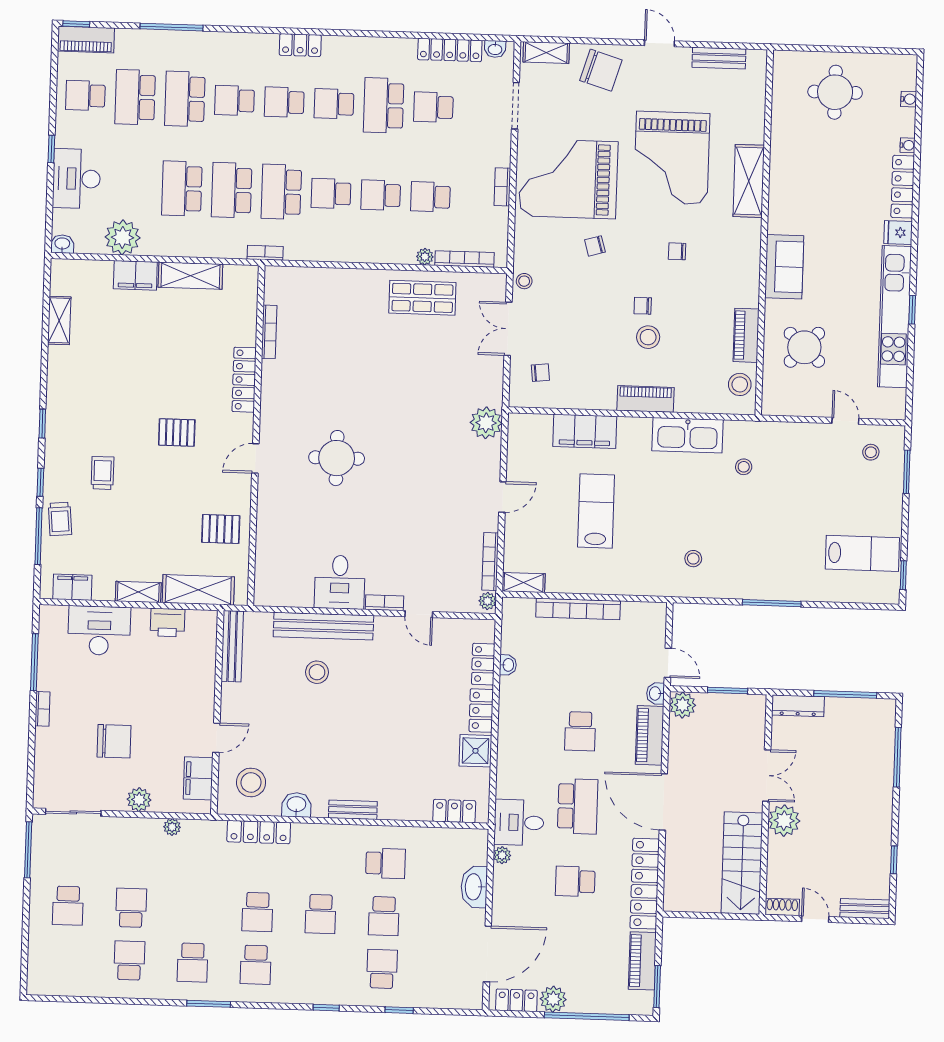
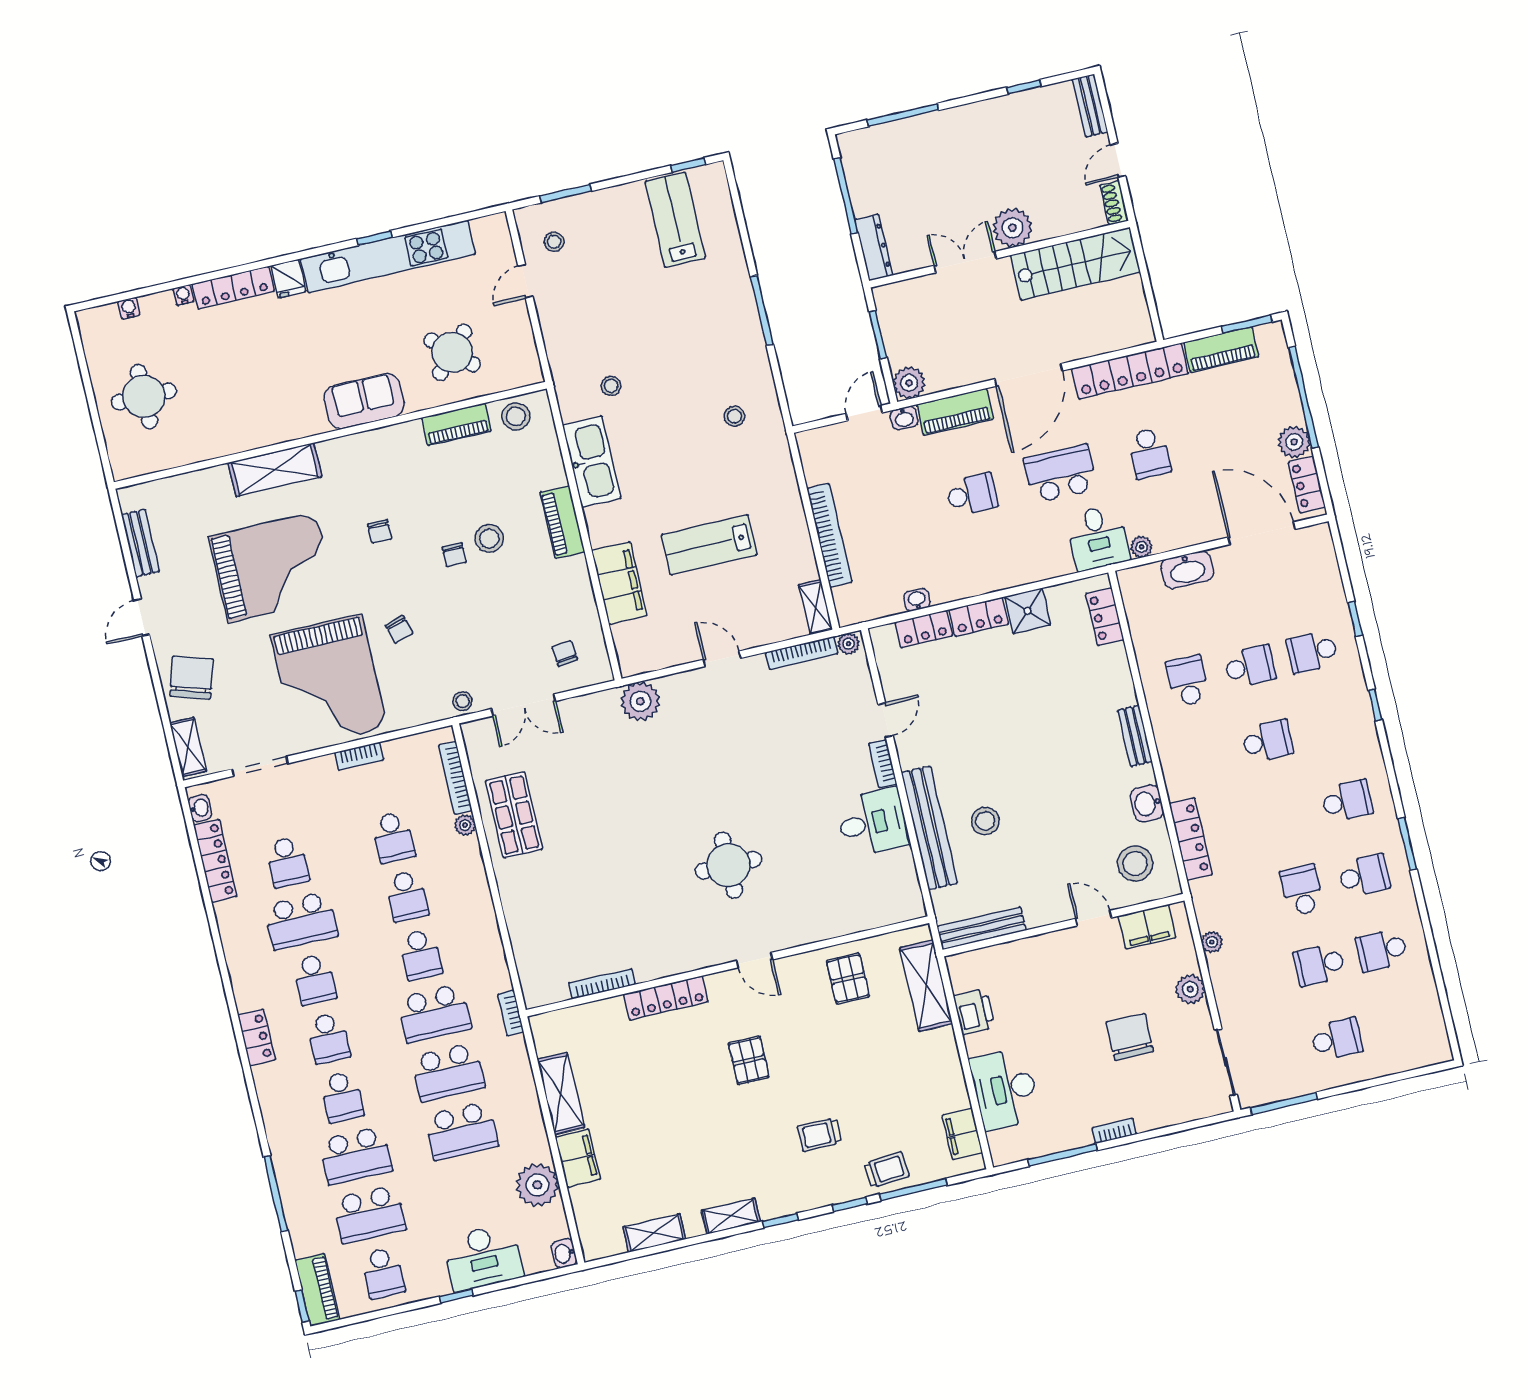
shelving: (138, 592) -> (731, 1216), moved, turned 90
school desk: (257, 912) -> (1302, 890), moved, turned -90

